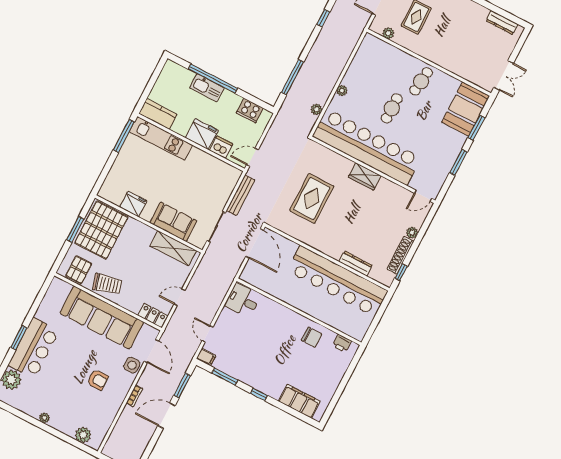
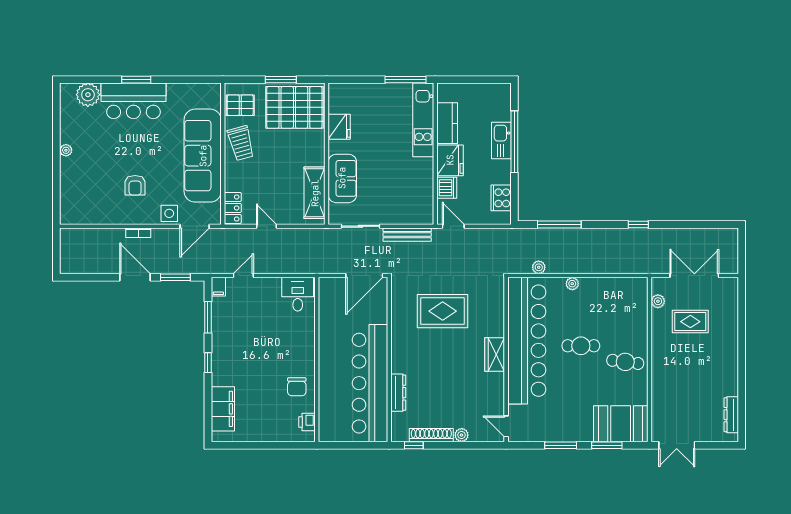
kitchen counter: (158, 114) -> (447, 123), moved
plant: (83, 435) -> (69, 200), removed

